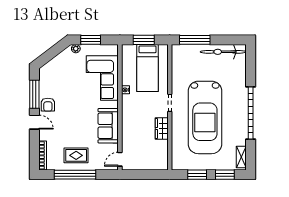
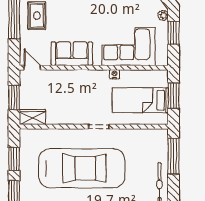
car: (205, 117) -> (82, 168), turned 180
wardrobe: (162, 129) -> (32, 117), moved
window: (145, 175) -> (14, 97), added

